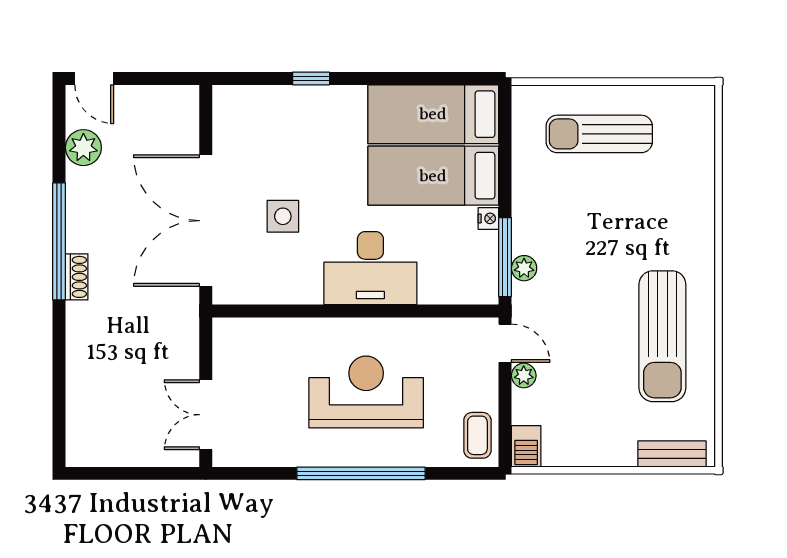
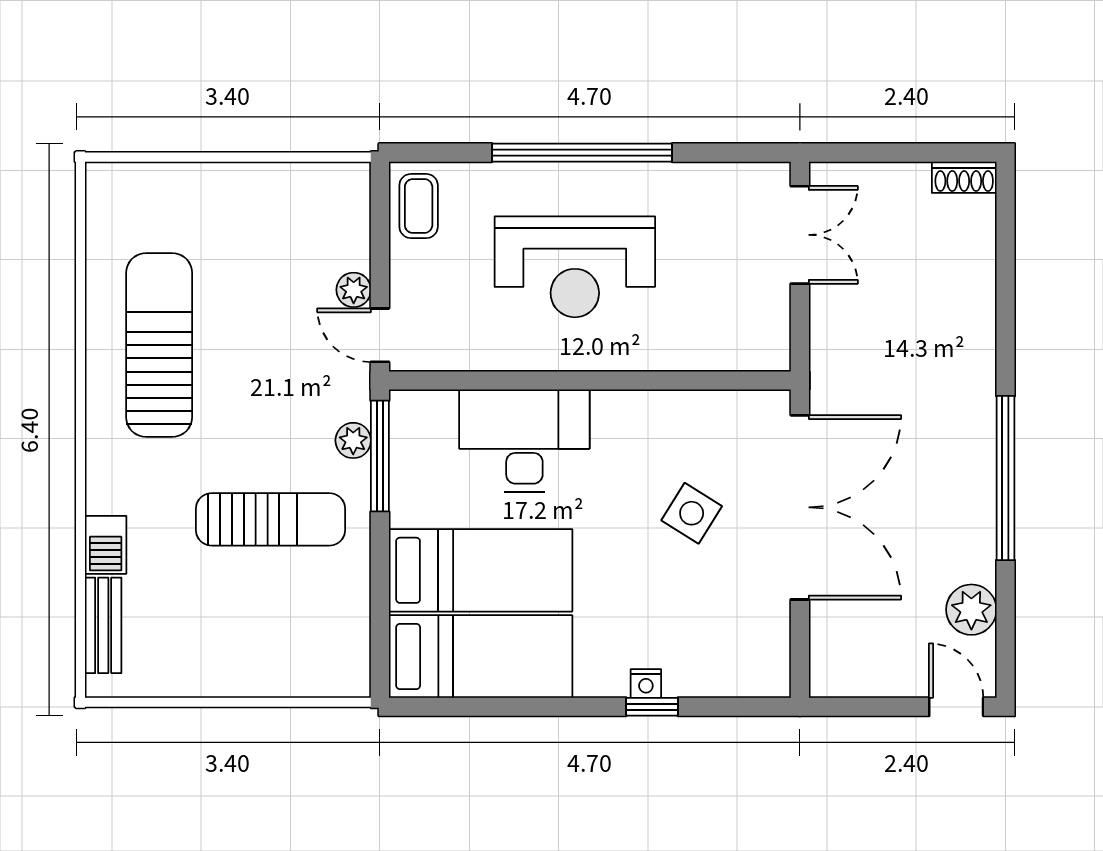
sun lounger: (599, 134) -> (271, 519), moved
side table: (283, 216) -> (692, 513), turned 32
nightstand: (488, 218) -> (646, 683), moved, turned -90
desk: (370, 268) -> (524, 441), moved
shoe rack: (77, 277) -> (964, 177), moved, turned -90
barbecue: (526, 446) -> (106, 545), moved, turned 180
bench: (672, 454) -> (103, 625), moved, turned 90

